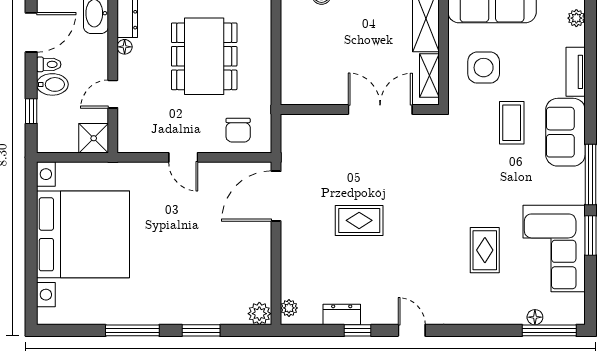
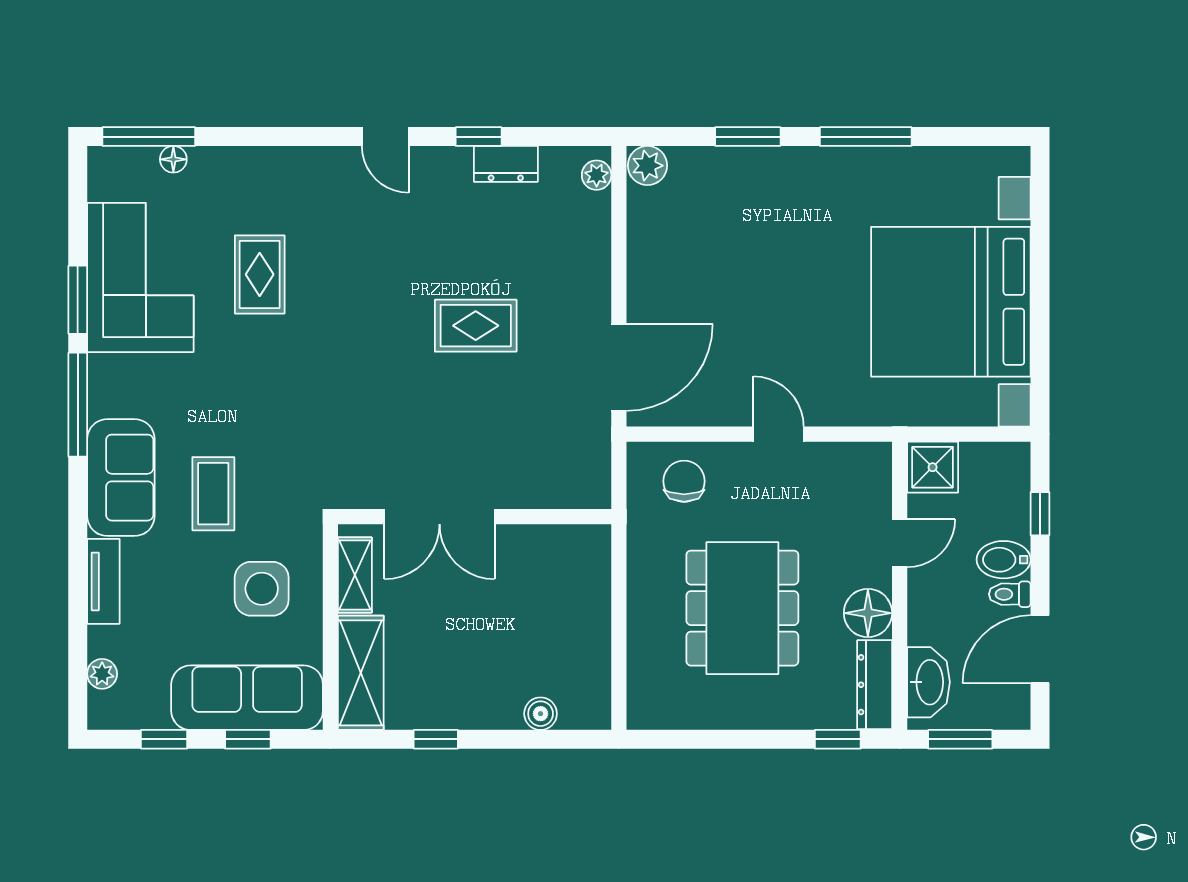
floor lamp: (125, 47) -> (868, 613), width x1.89, depth x1.89

